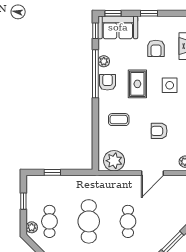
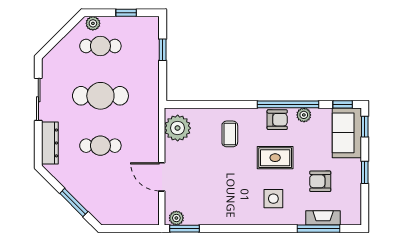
armchair: (159, 131) -> (215, 185), removed

